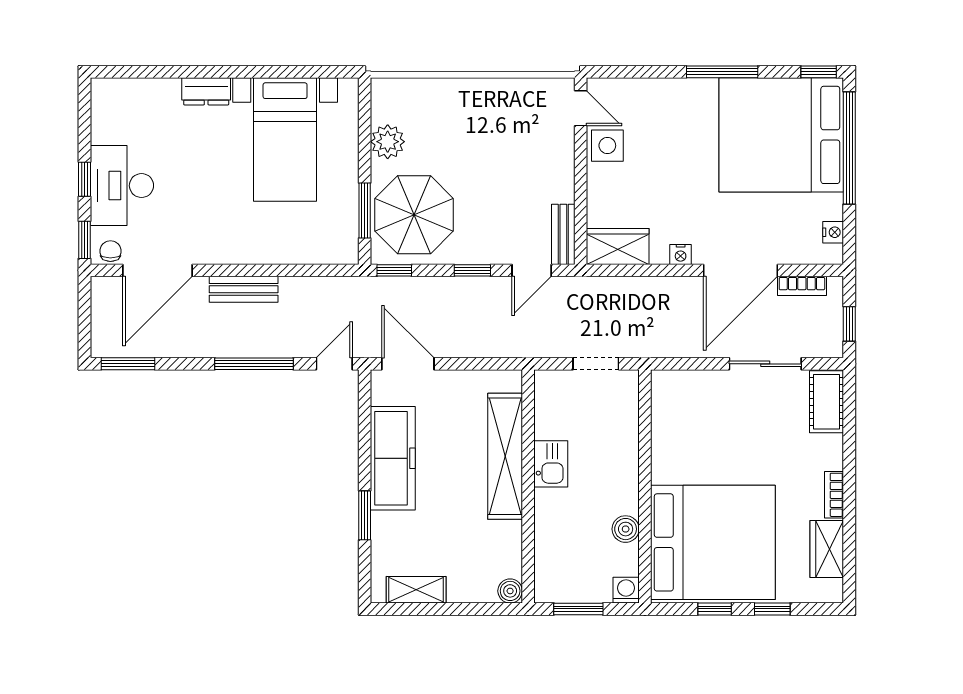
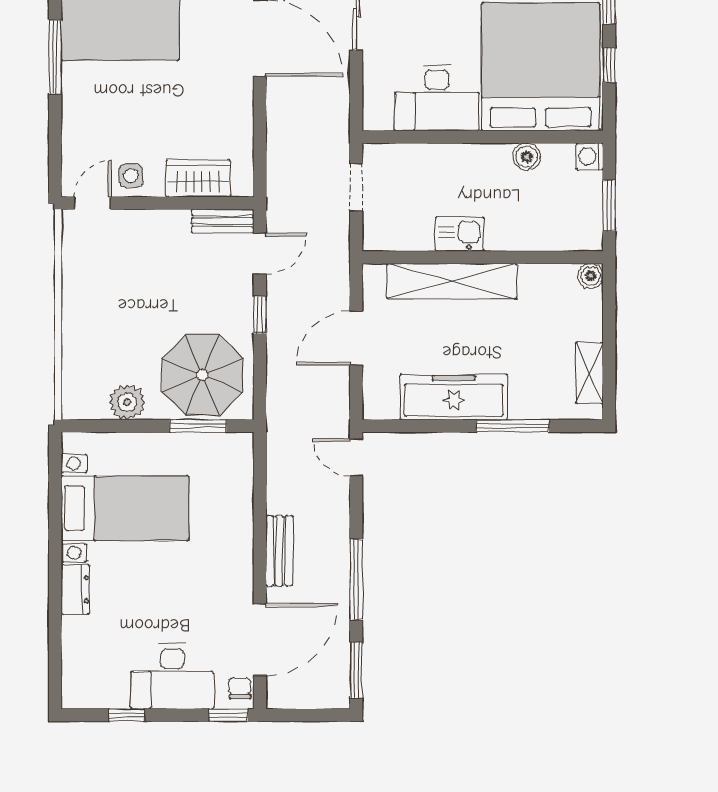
side table: (607, 146) -> (131, 176), width x0.73, depth x0.73
window: (84, 179) -> (127, 715), moved
wardrobe: (618, 246) -> (198, 178), moved, turned 90
chair: (110, 251) -> (240, 688), turned 90
nightstand: (681, 254) -> (243, 100), removed
door: (158, 270) -> (260, 640), hinge flipped
window: (394, 270) -> (260, 395), removed
door: (532, 270) -> (260, 254), hinge flipped
window: (254, 364) -> (356, 579), moved
door: (408, 364) -> (356, 338), moved
desk: (683, 442) -> (437, 98), added
window: (365, 515) -> (513, 426), width x1.44

